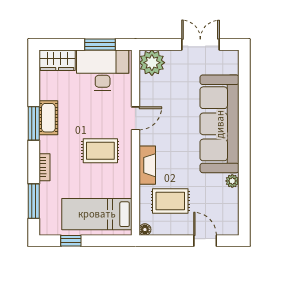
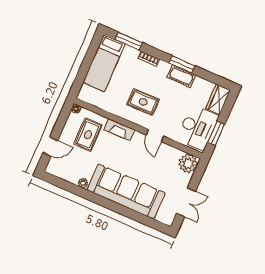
rug: (100, 151) -> (143, 102), turned 90
bed: (97, 214) -> (104, 63), moved, turned 180
window: (71, 241) -> (90, 55), removed

